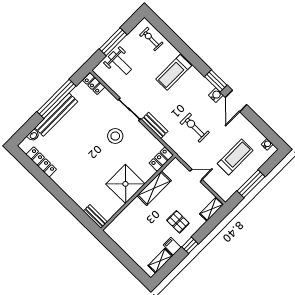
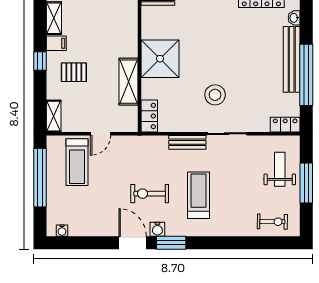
weight bench: (120, 63) -> (280, 169), turned 90
treadmill: (174, 72) -> (198, 195), moved
exercise bike: (195, 128) -> (150, 194), moved, turned 180
treadmill: (235, 157) -> (77, 162), moved
window: (251, 184) -> (40, 178), width x1.46

